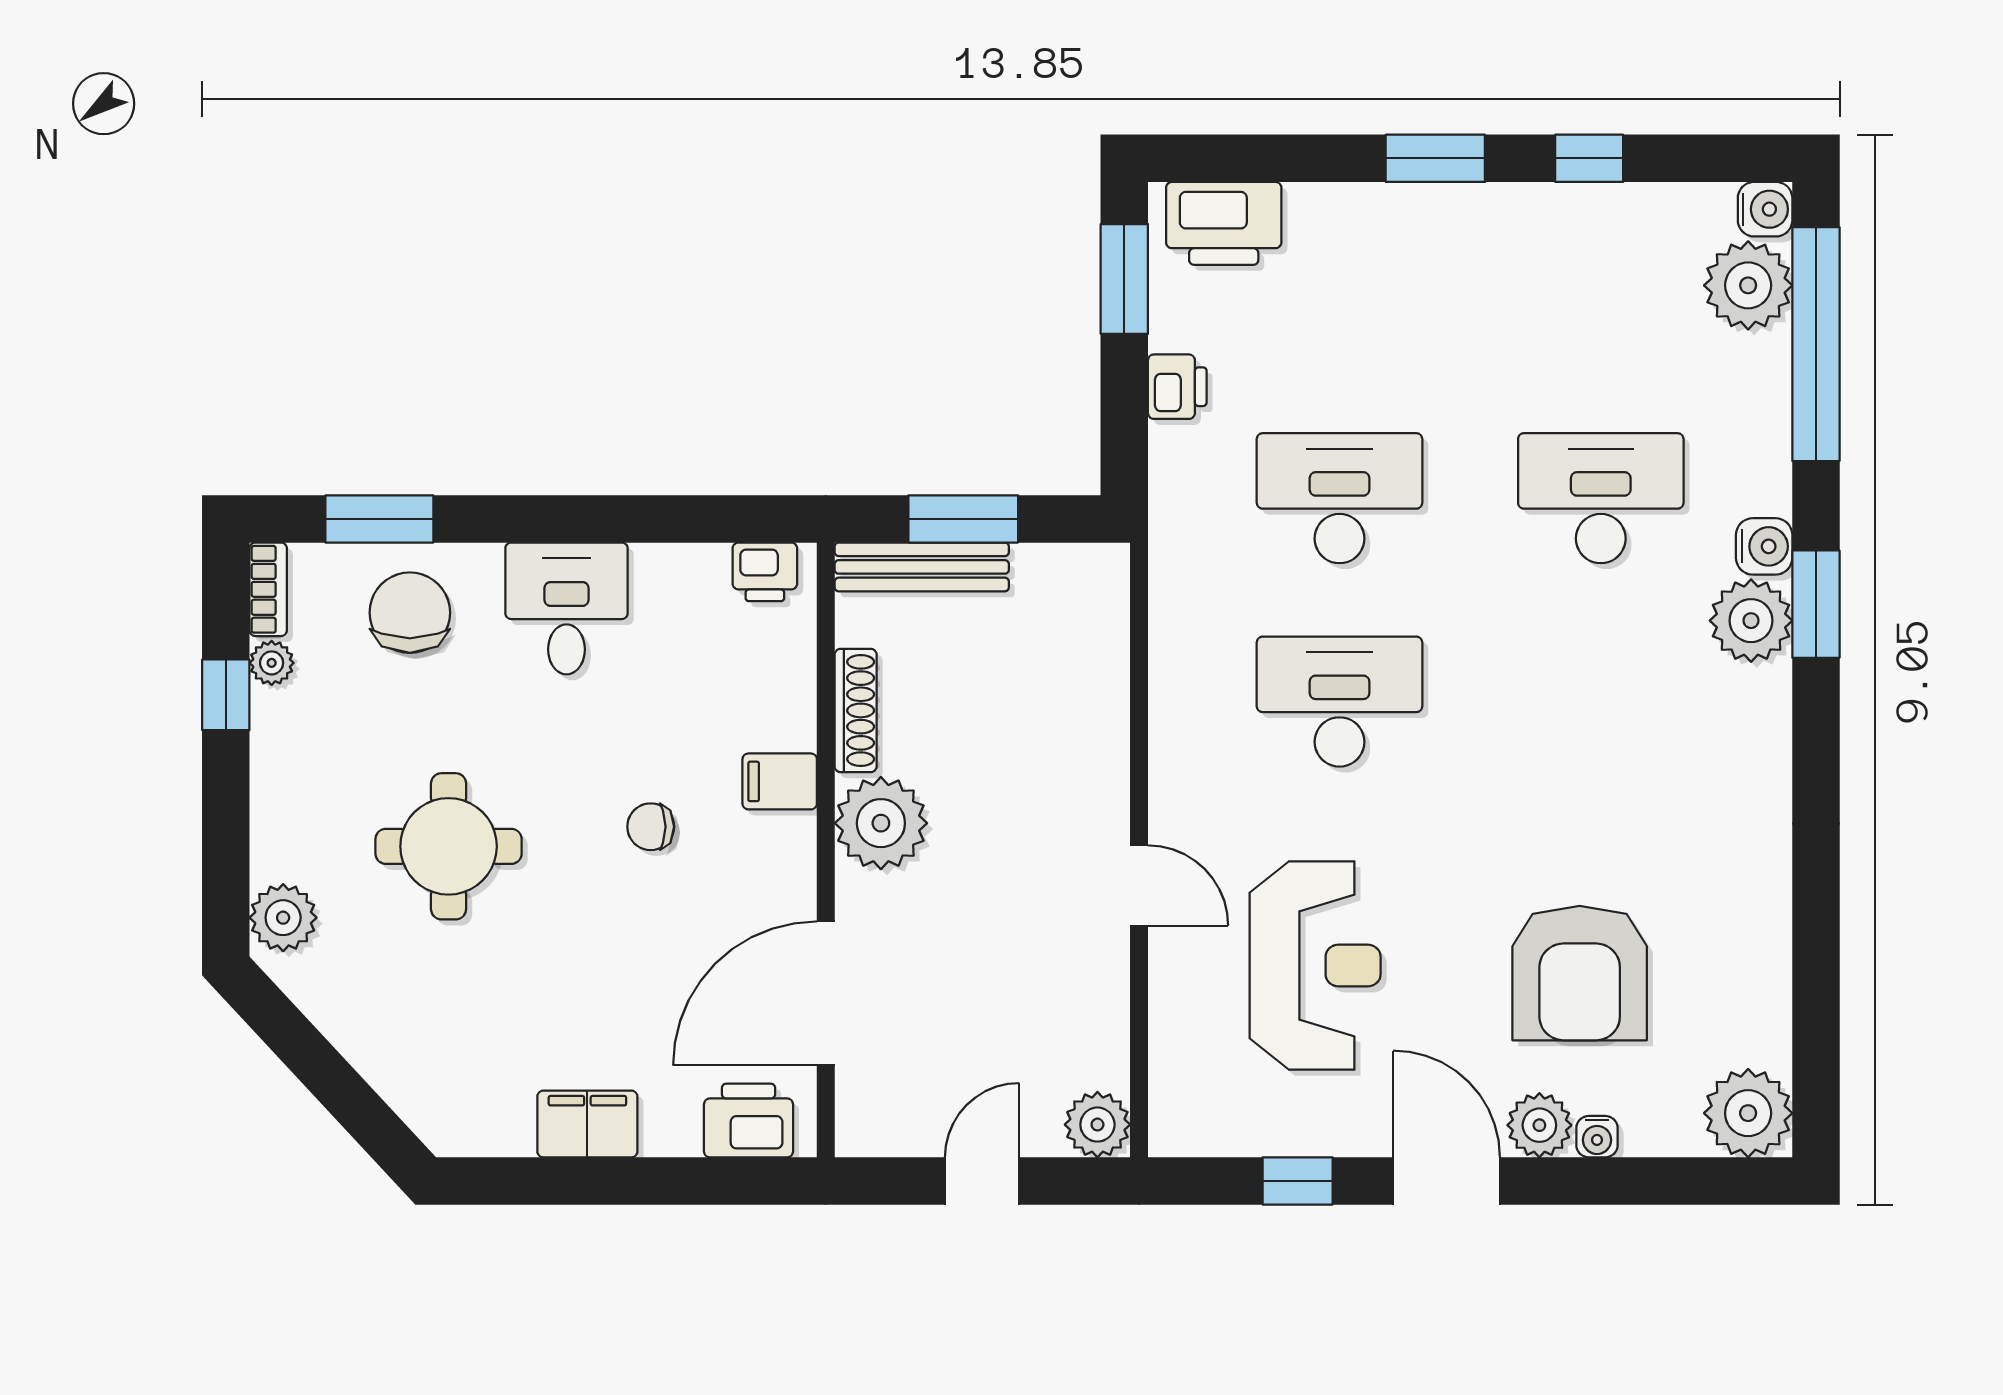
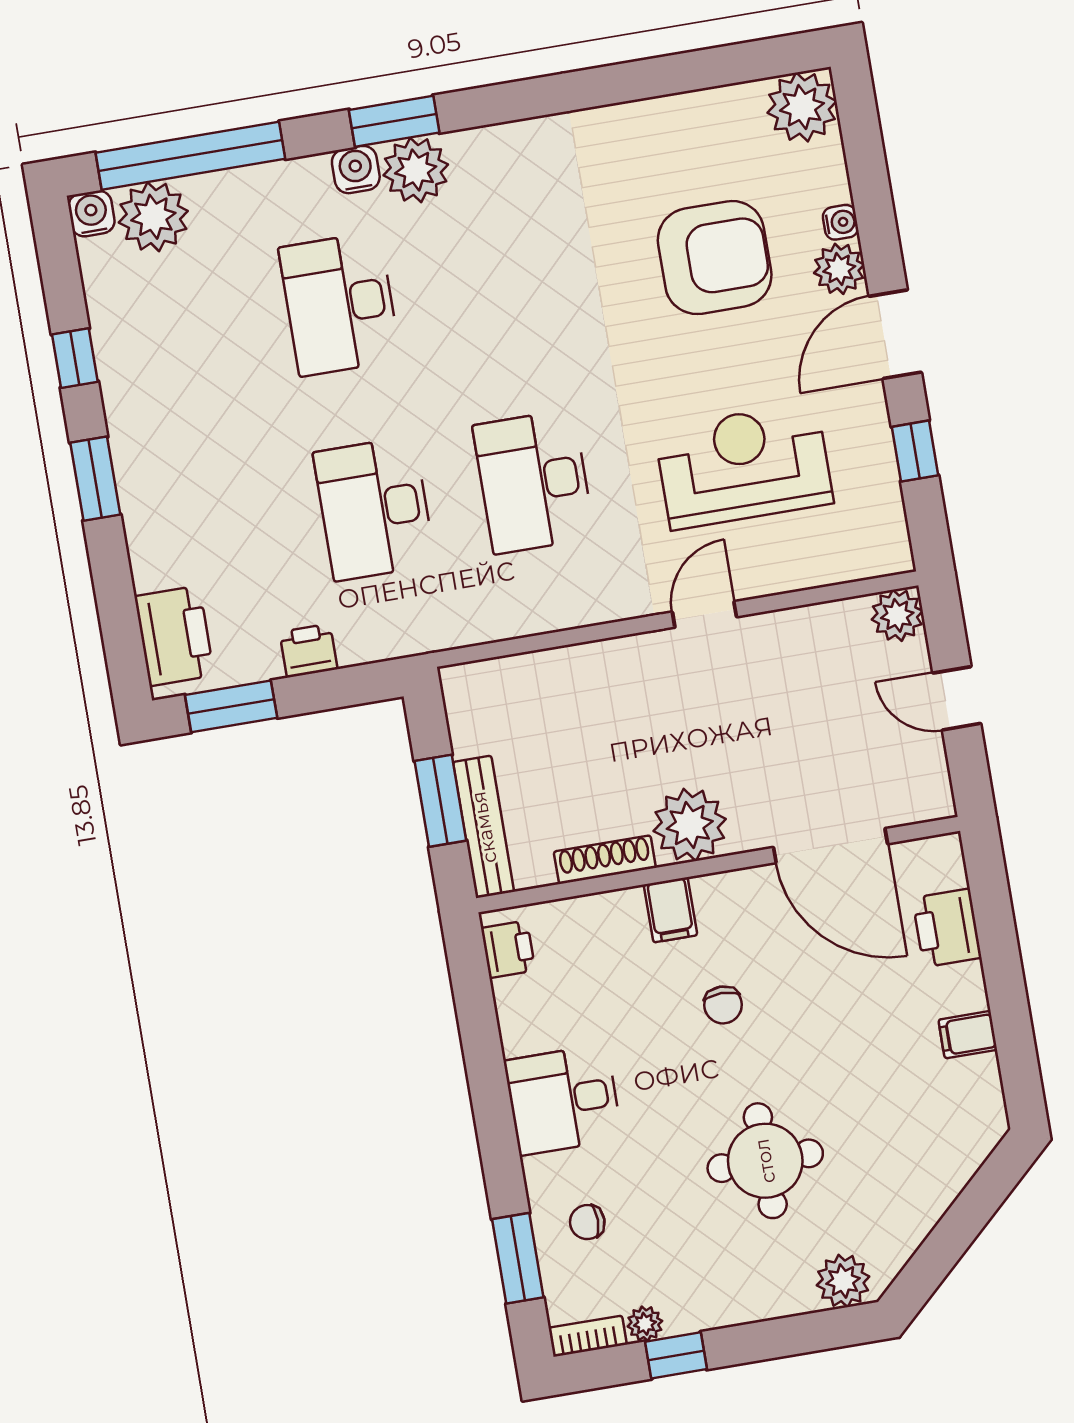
chair: (410, 613) -> (587, 1222), width x0.54, depth x0.54
printer: (749, 1121) -> (947, 928), moved
filing cabinet: (587, 1124) -> (968, 1035), width x0.50

